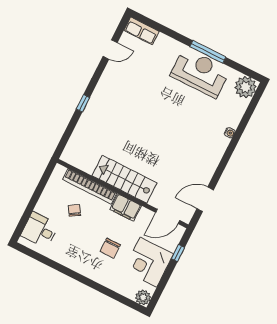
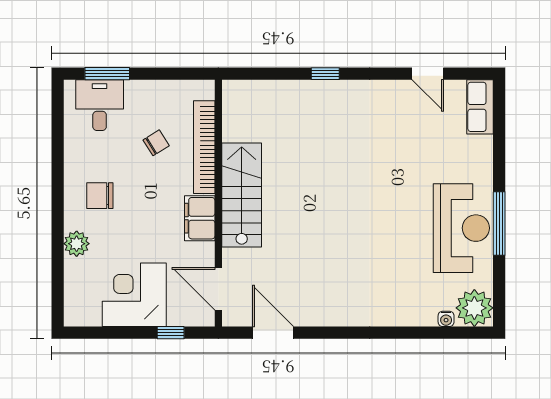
water cooler: (230, 133) -> (446, 319), moved
window: (25, 218) -> (107, 74), added
chair: (110, 248) -> (100, 196), moved
plant: (143, 297) -> (77, 244), moved

